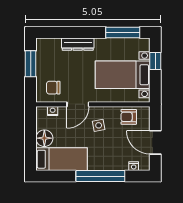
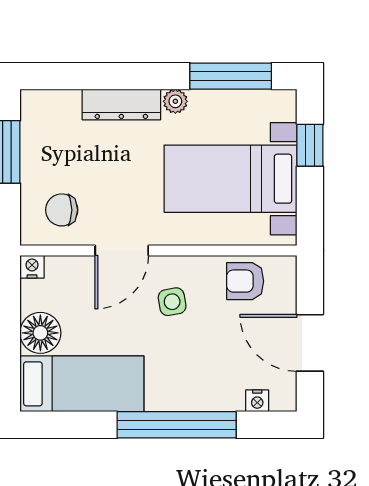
plant: (100, 43) -> (175, 101), added
nightstand: (53, 111) -> (32, 267), moved

